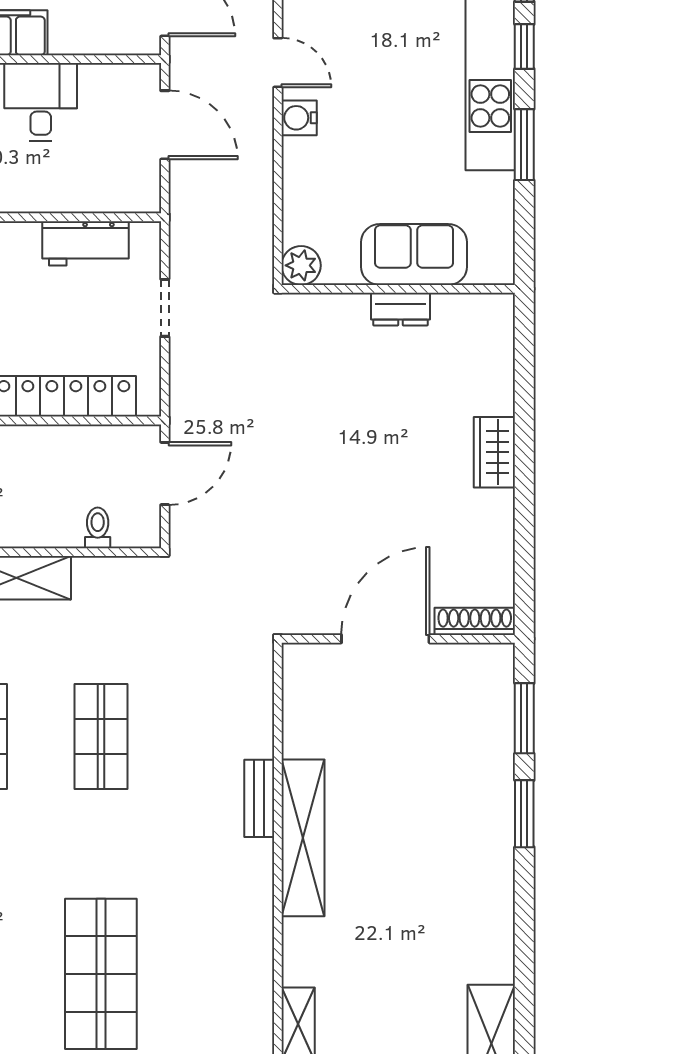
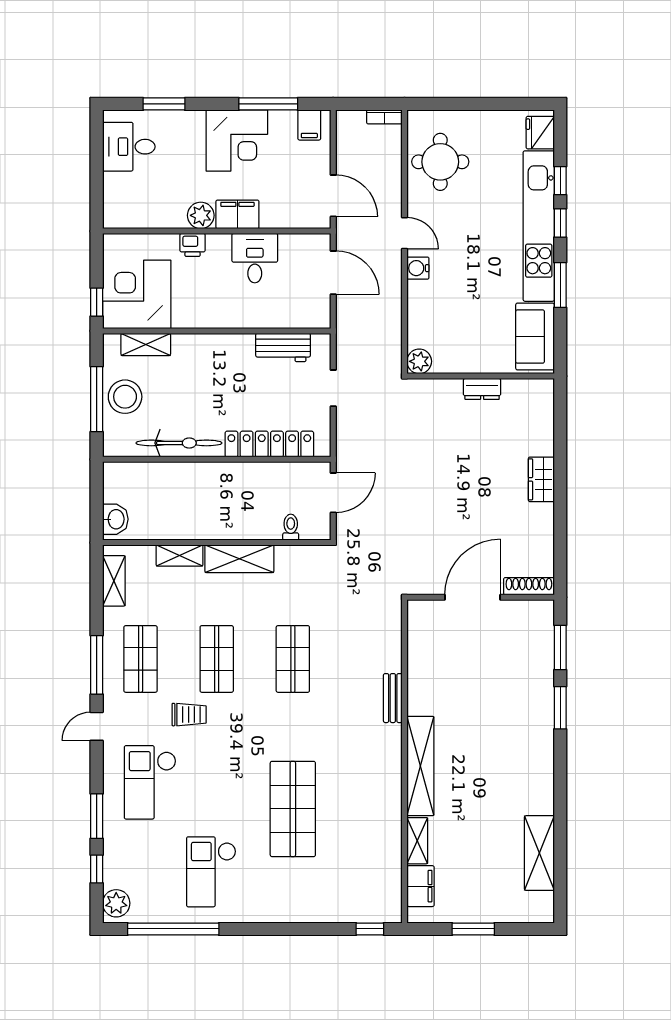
sofa: (414, 254) -> (535, 337), moved, turned -90
shelving: (303, 838) -> (420, 766), moved

